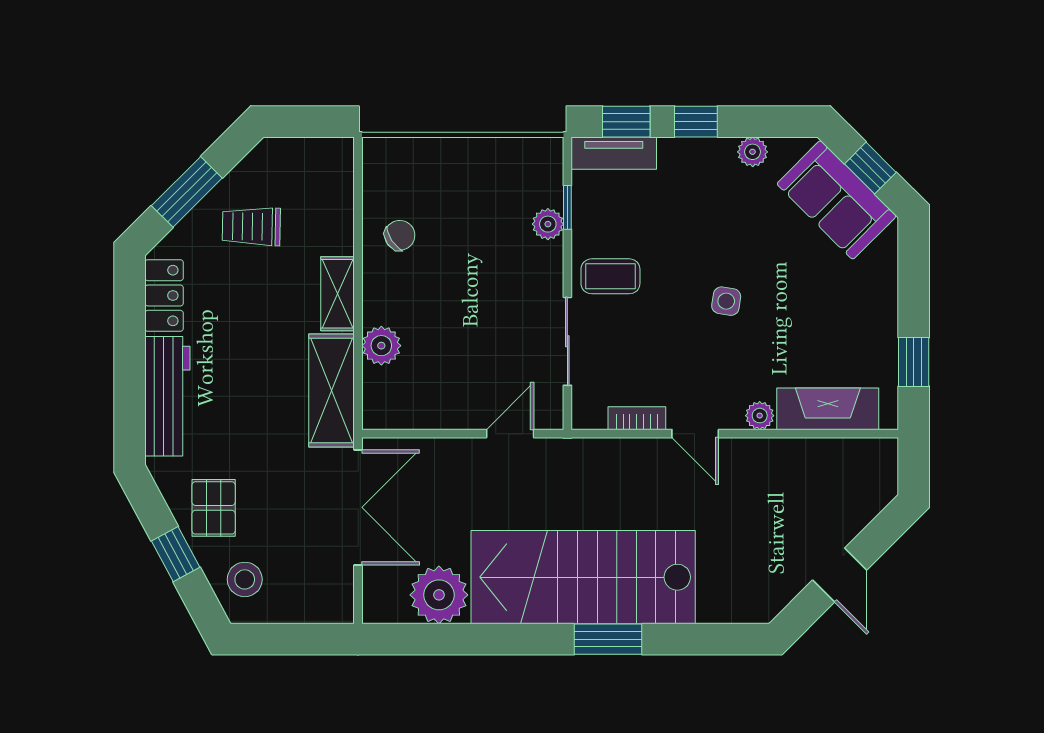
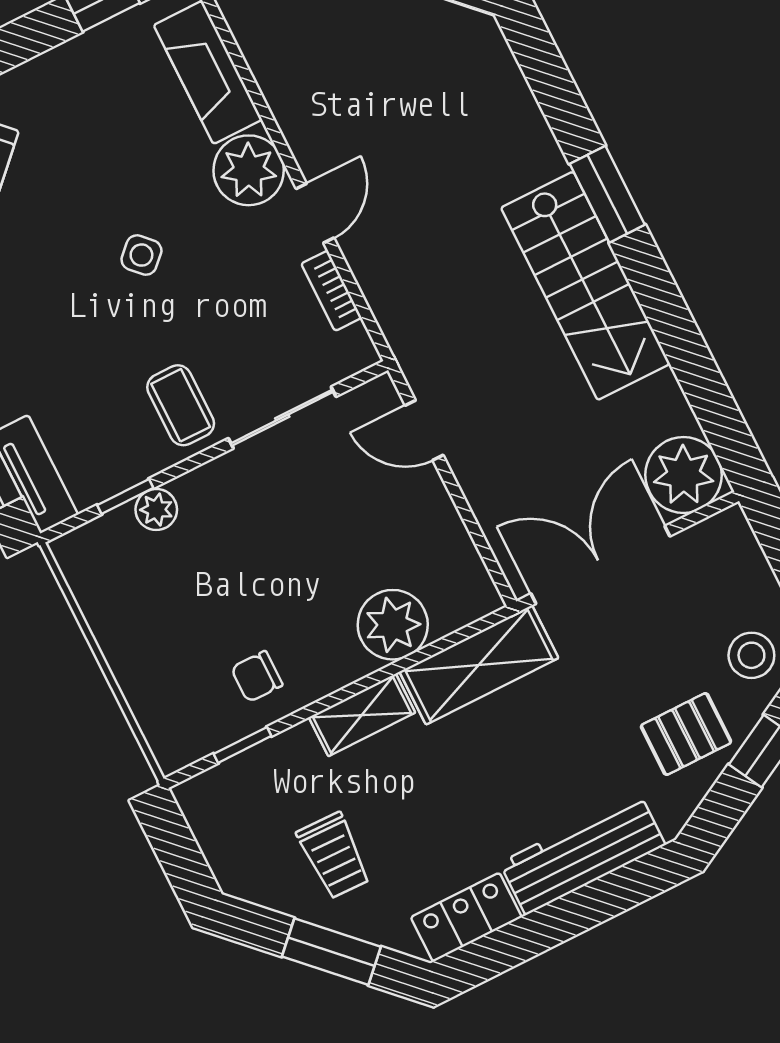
window: (358, 202) -> (243, 745), added
chair: (400, 235) -> (257, 677), turned -56
side table: (726, 301) -> (141, 255), turned 37
plant: (381, 346) -> (393, 625), width x1.36, depth x1.36
plant: (760, 416) -> (249, 170), width x1.87, depth x1.87
stairs: (583, 577) -> (585, 286), width x0.73, depth x0.66
plant: (439, 595) -> (684, 475), moved

